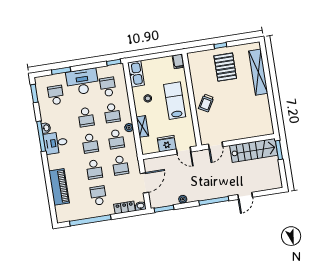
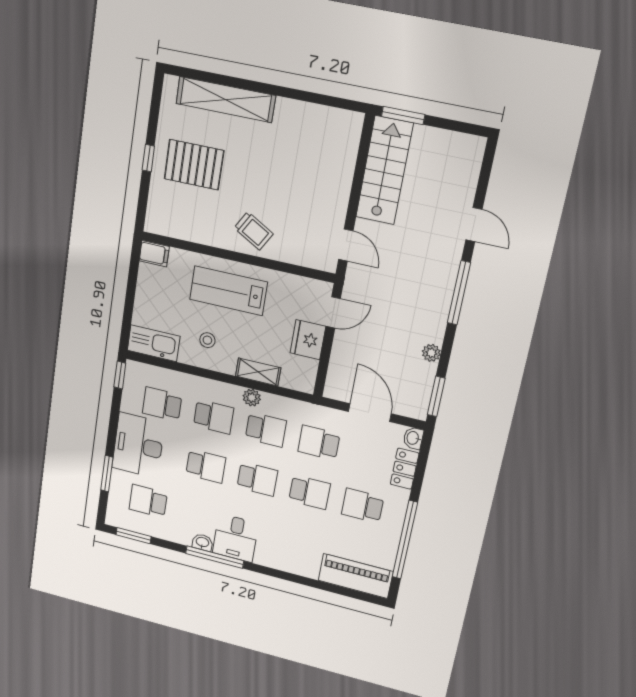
school desk: (120, 165) -> (319, 443), turned 180
piano: (59, 187) -> (355, 576), moved

